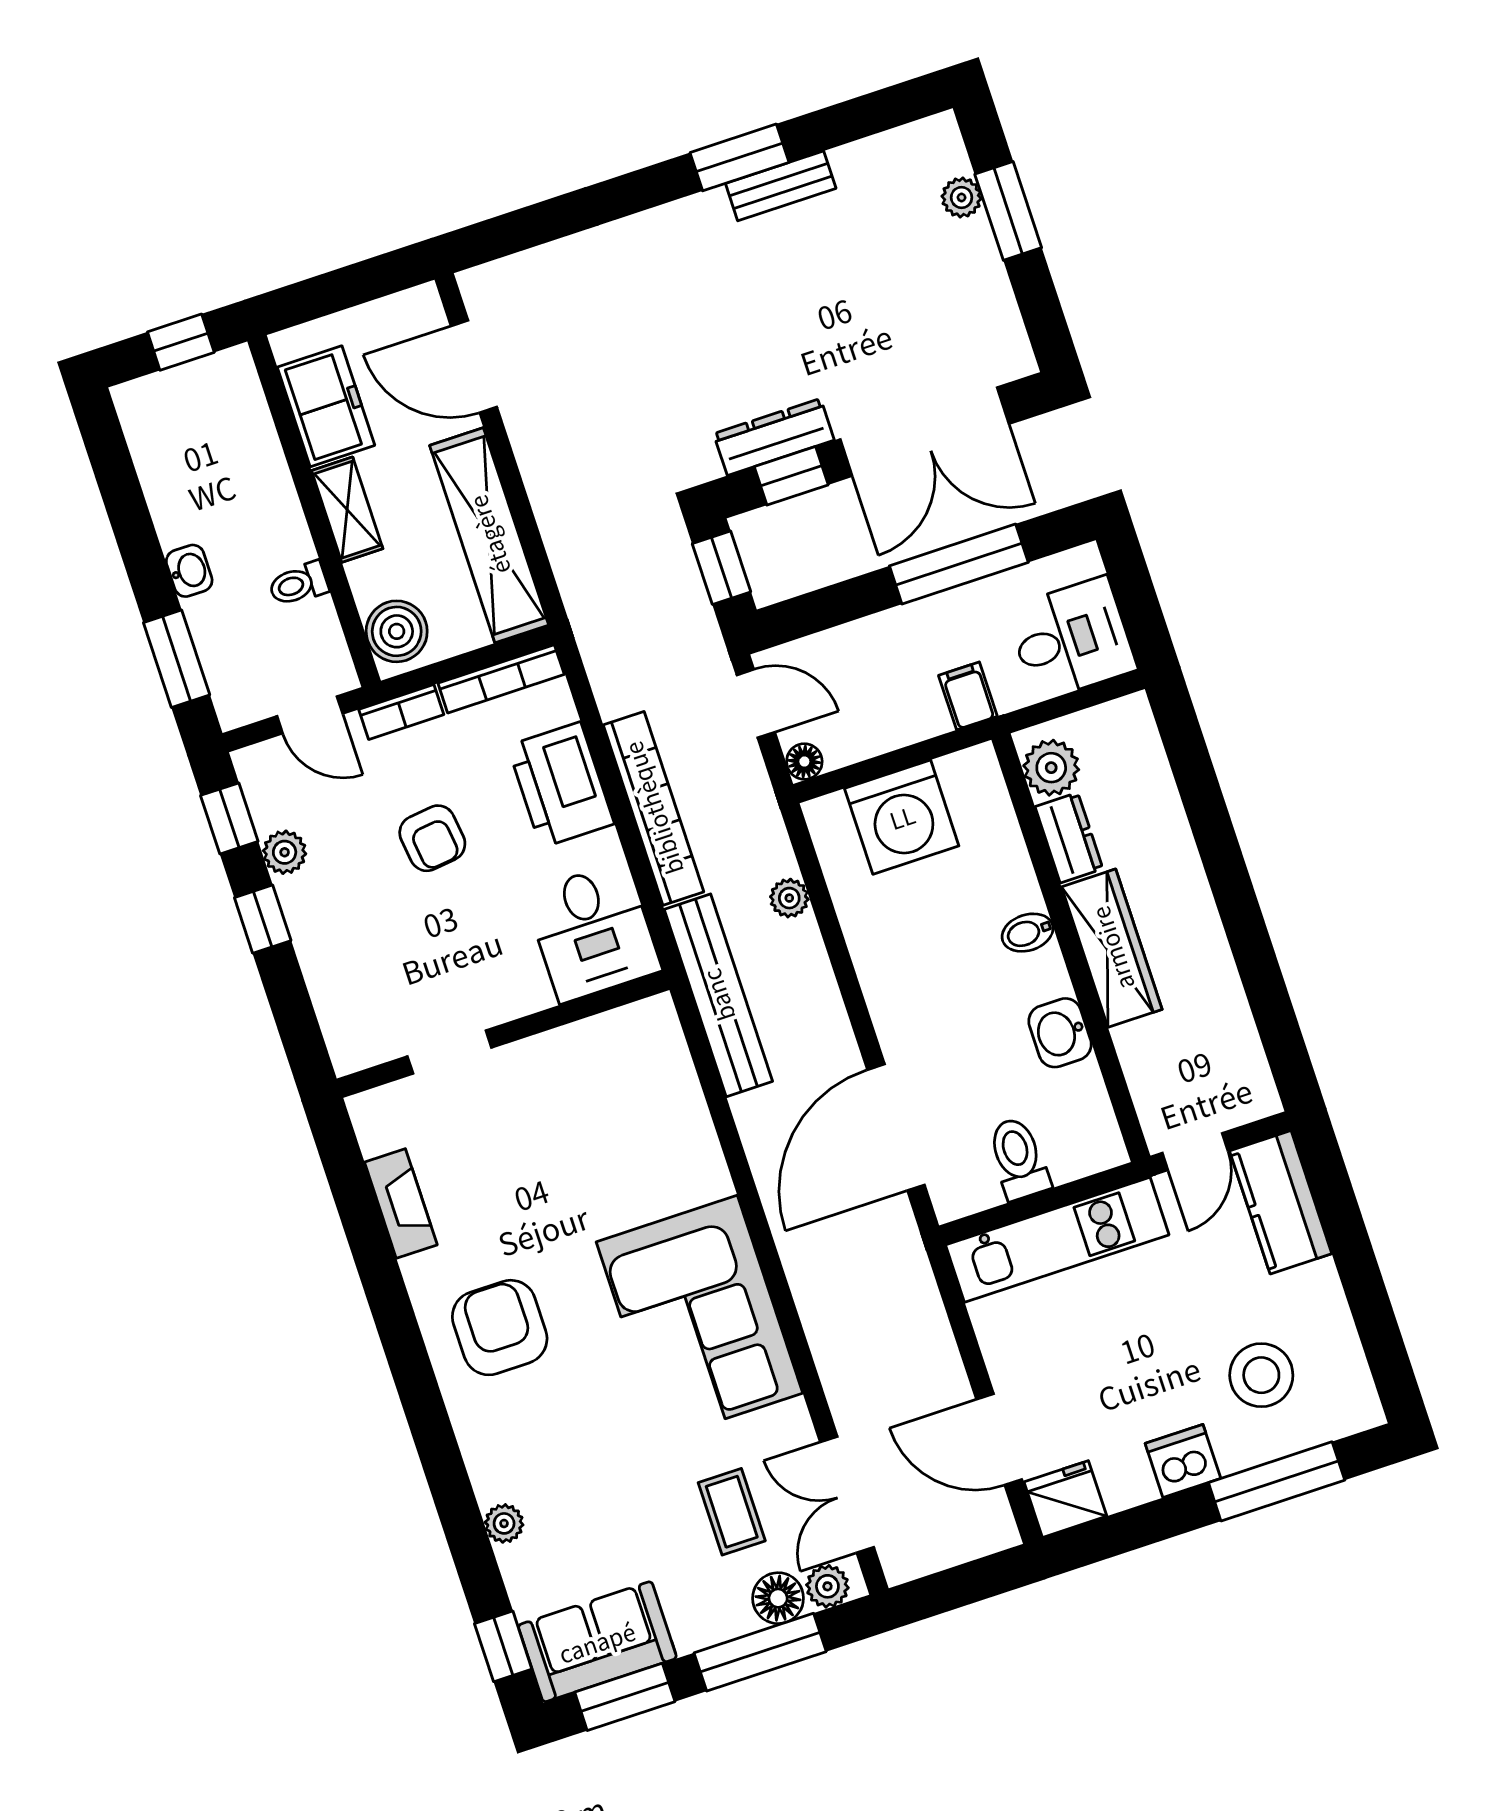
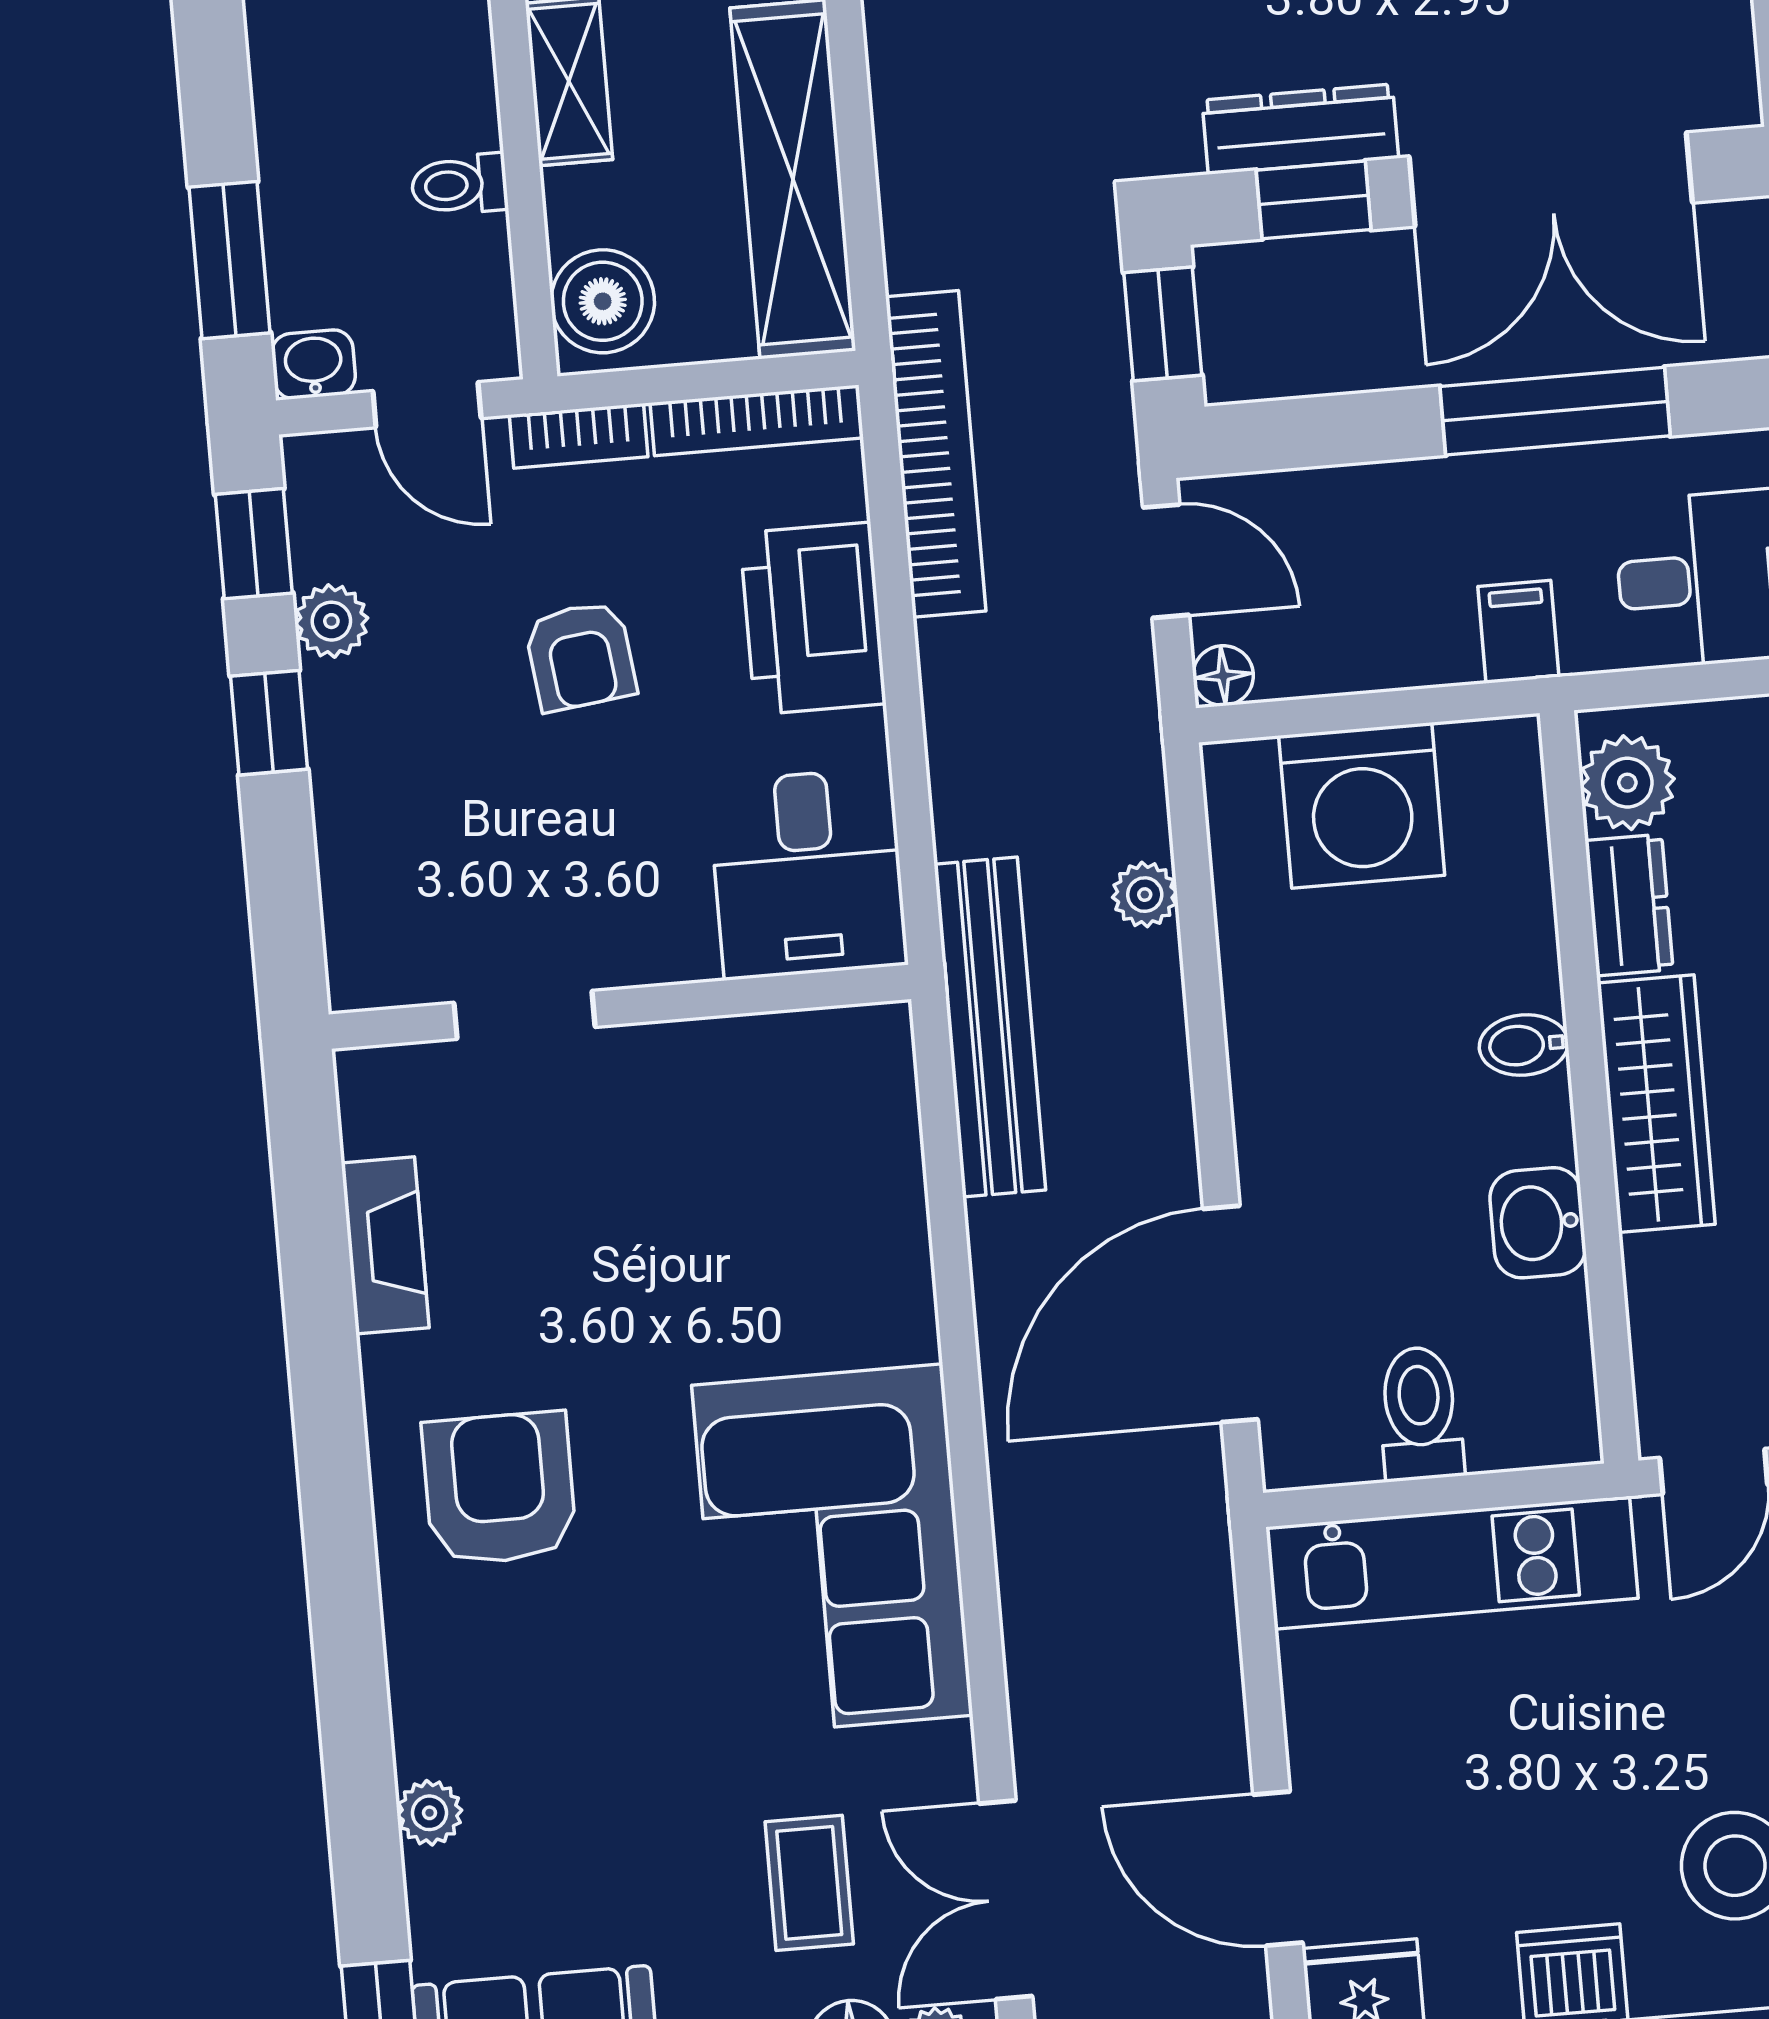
washbasin: (189, 571) -> (313, 364), moved, turned -90
bookcase: (653, 808) -> (936, 454), moved

